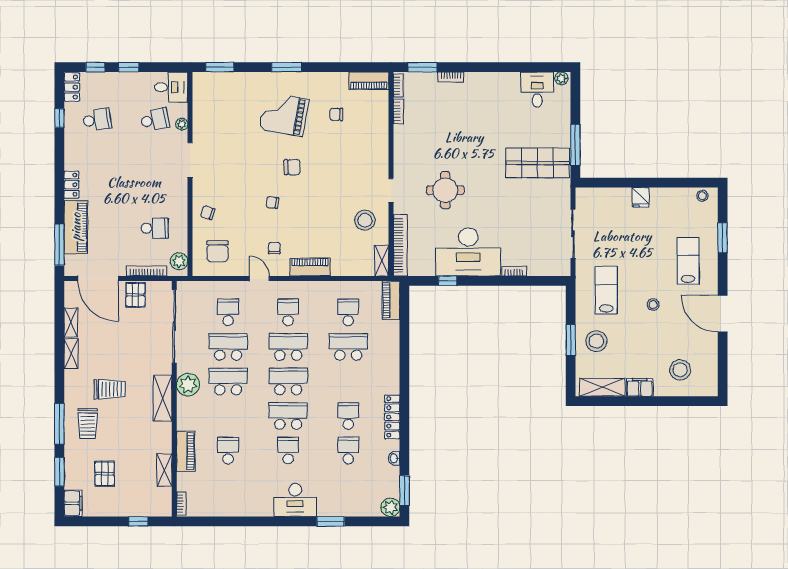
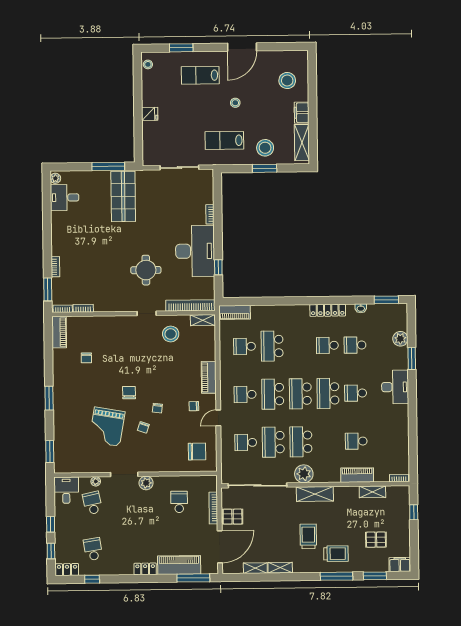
grand piano: (284, 114) -> (107, 427), moved
chair: (208, 213) -> (143, 427), moved
plant: (179, 261) -> (146, 483), moved
plant: (390, 507) -> (400, 339), moved

